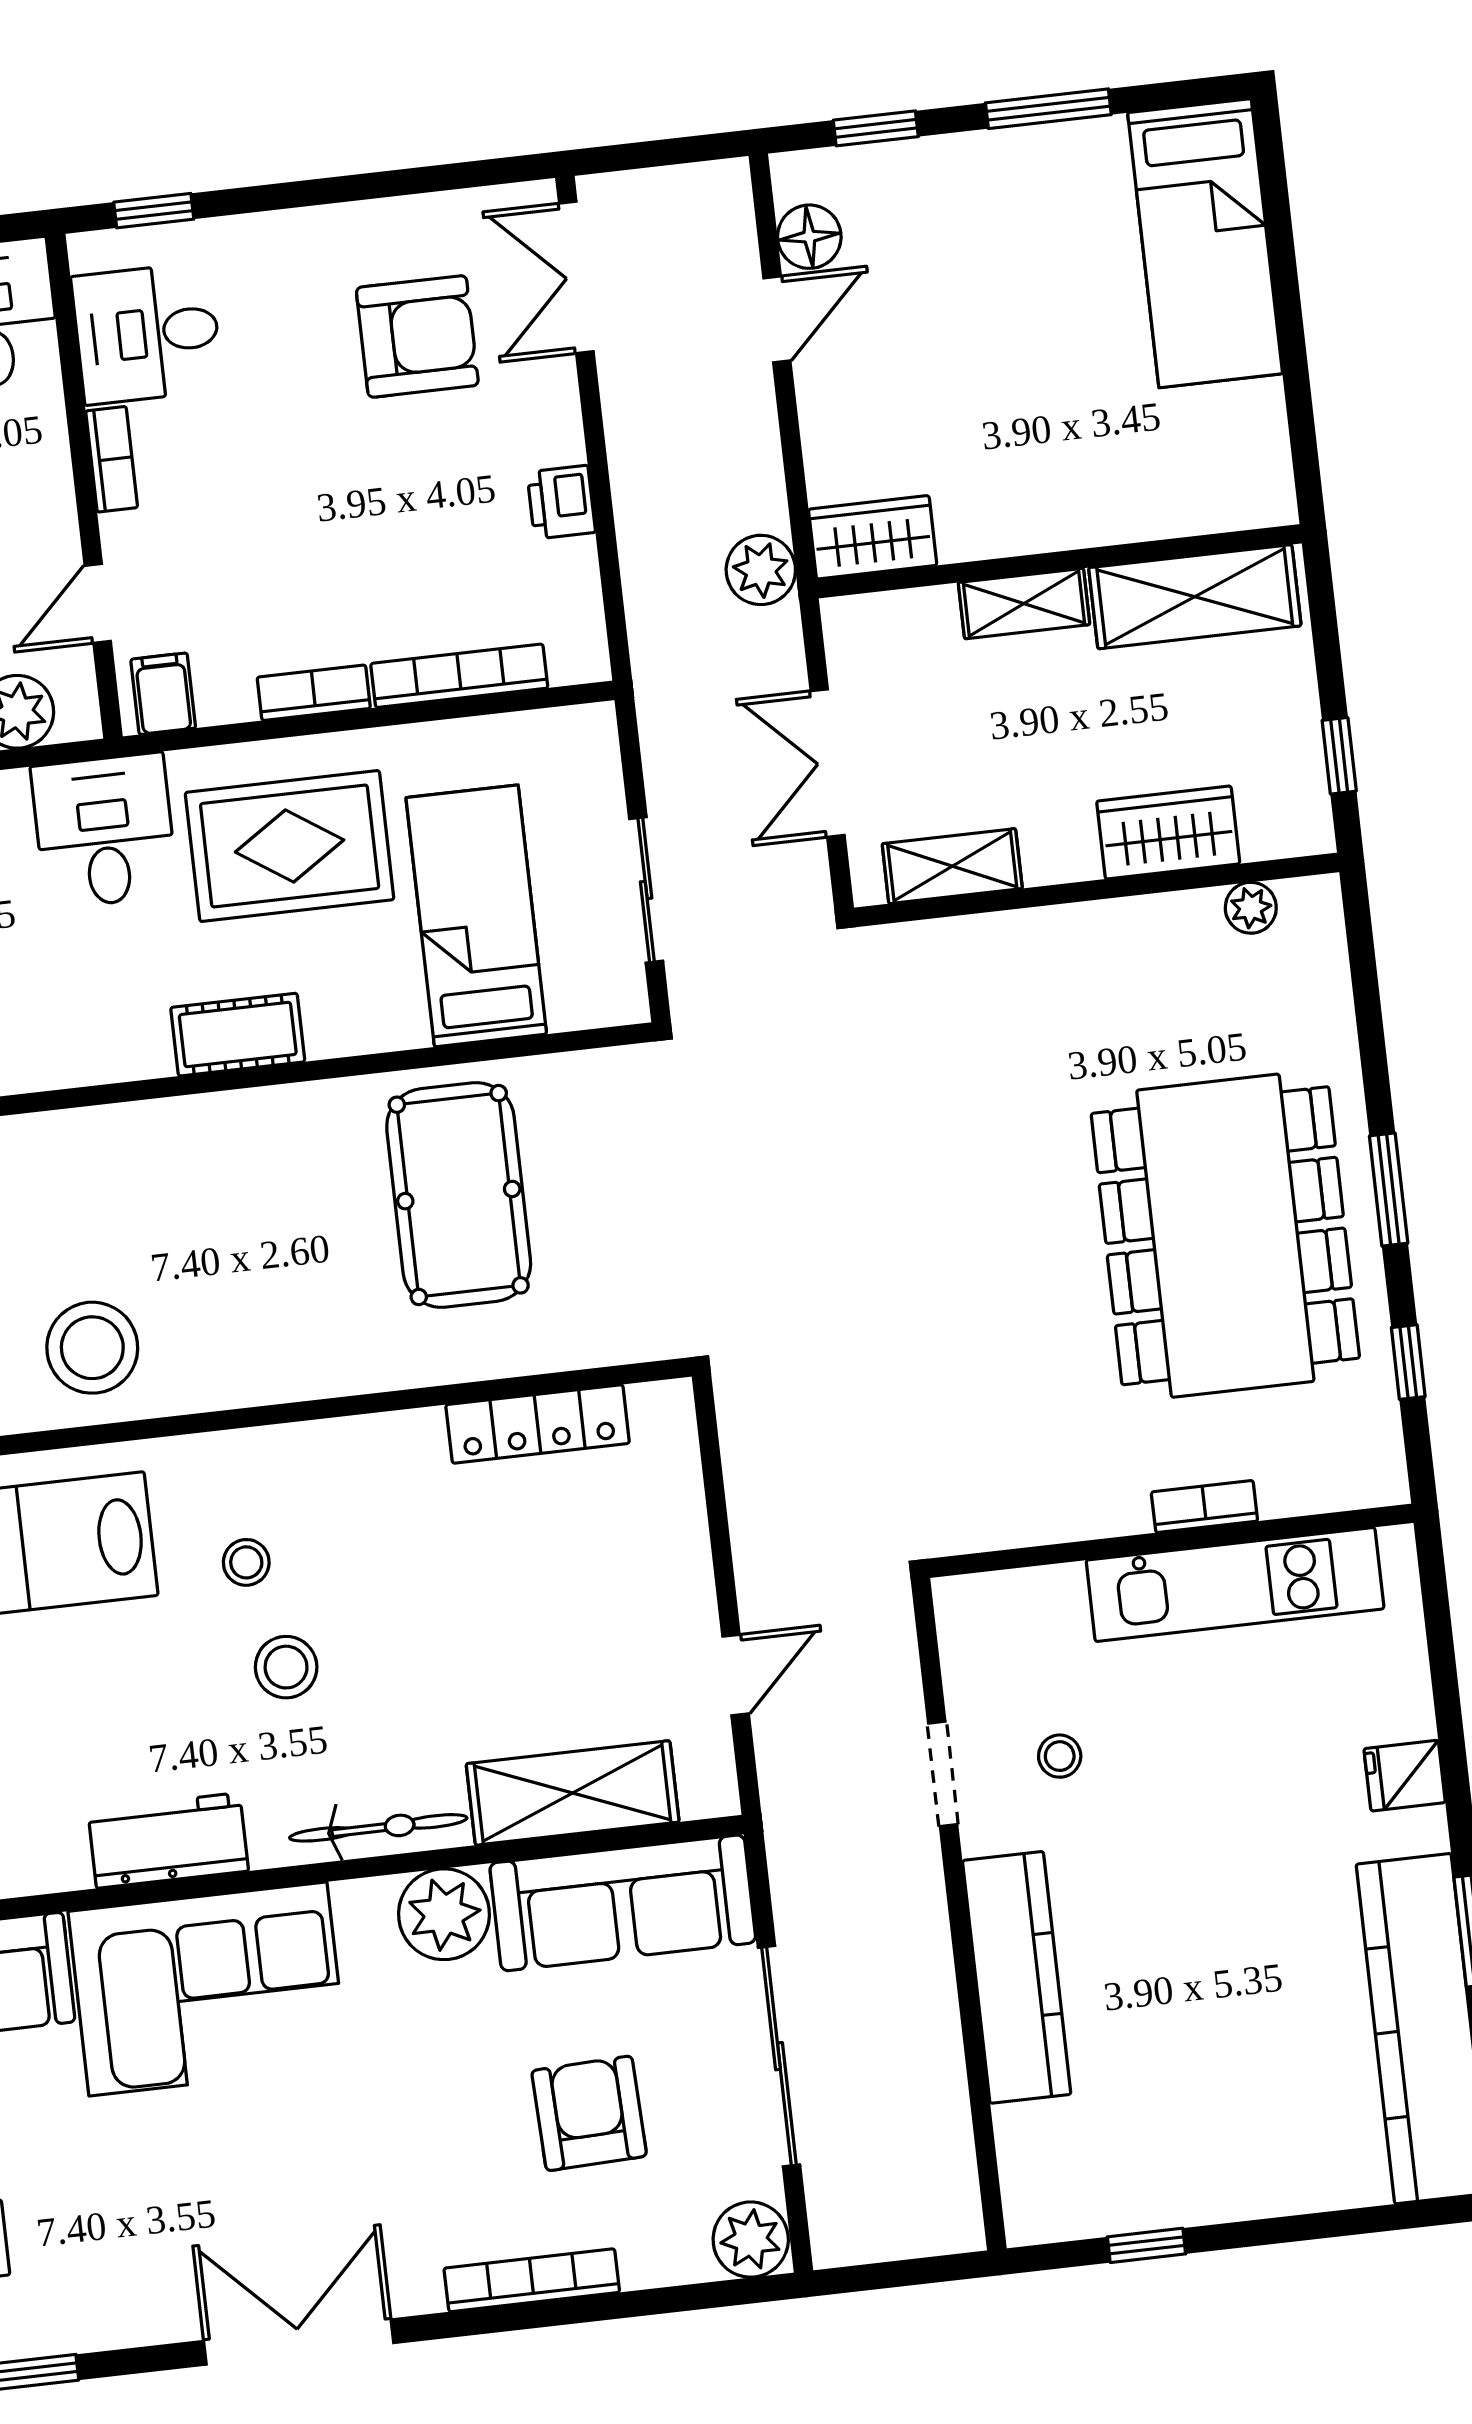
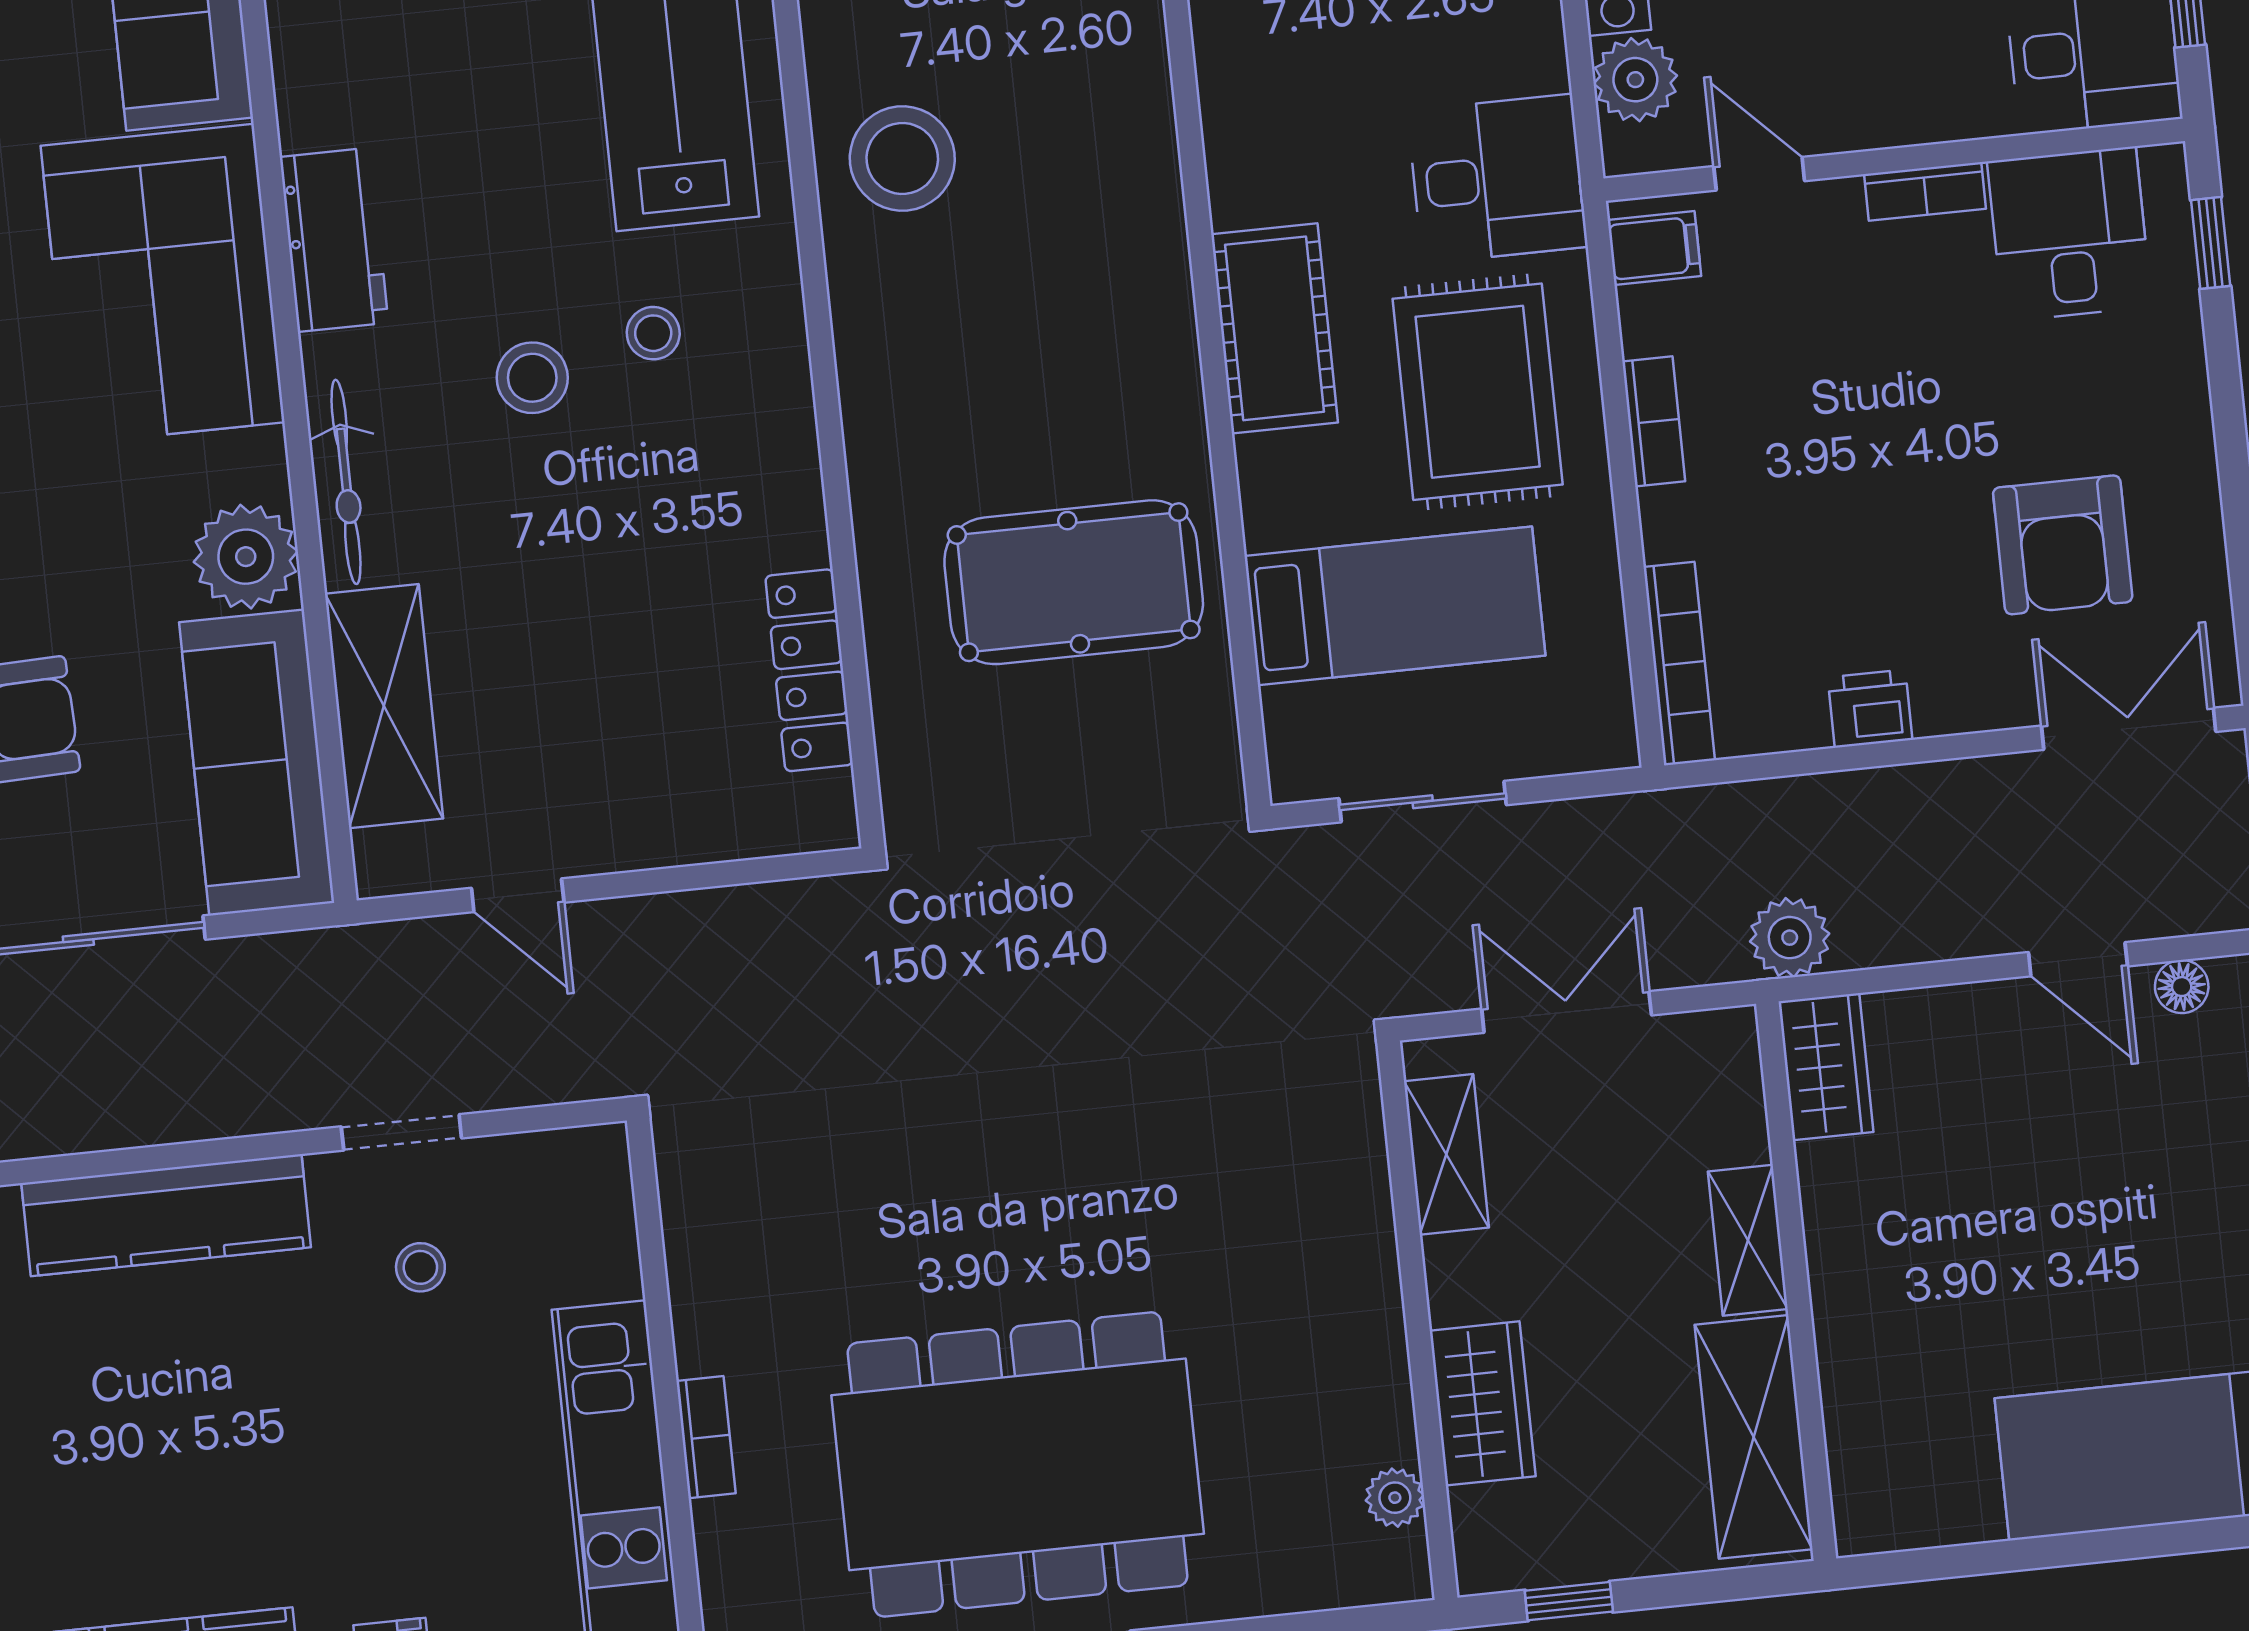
floor lamp: (809, 237) -> (2182, 987), width x0.73, depth x0.73
bookcase: (459, 676) -> (1679, 664), moved
cot: (238, 1035) -> (1275, 328), width x1.37, depth x1.34

